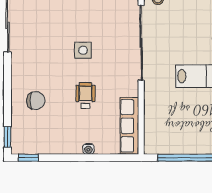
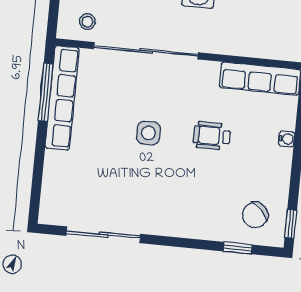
chair: (36, 101) -> (255, 215), moved, turned -134
window: (7, 137) -> (238, 248), moved

